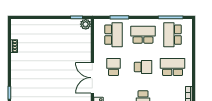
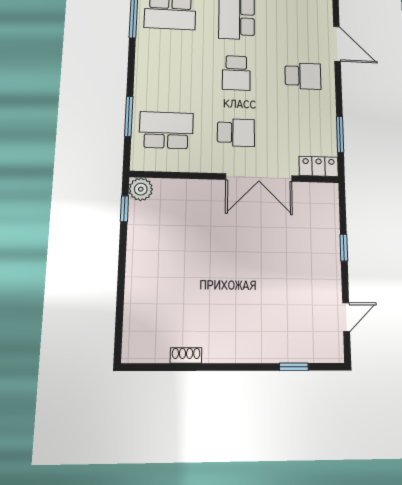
school desk: (143, 35) -> (168, 70), removed
school desk: (114, 67) -> (236, 133), turned 180
school desk: (143, 67) -> (236, 73), turned 180

